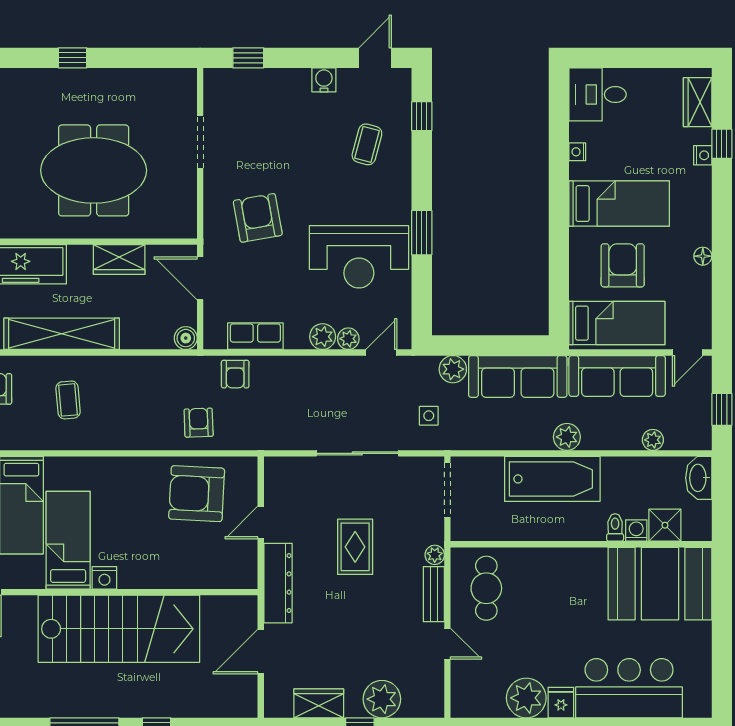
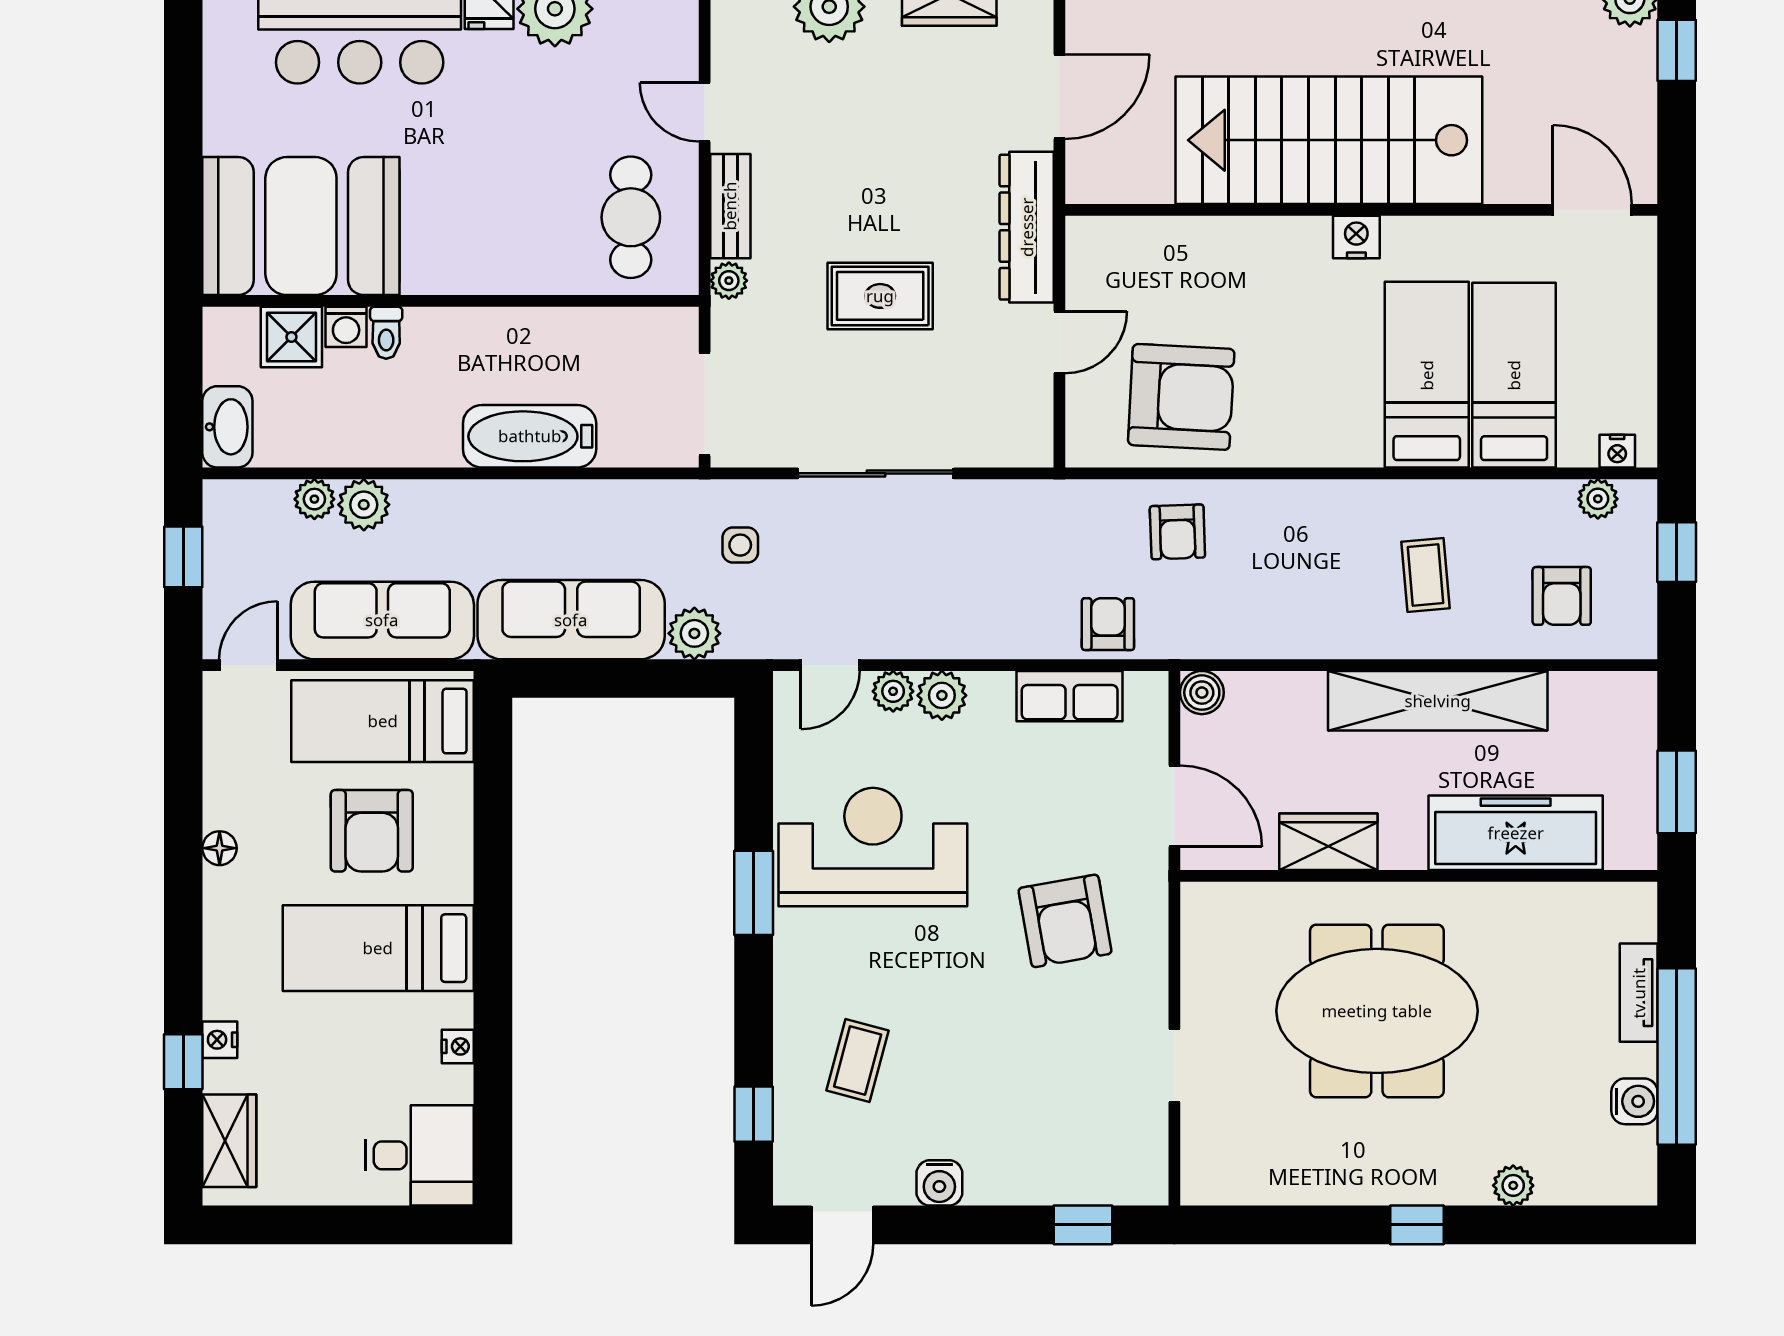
plant: (22, 79) -> (1513, 1185), added
doorway: (200, 142) -> (1174, 1066), width x0.73
plant: (567, 437) -> (364, 505), moved
bathtub: (552, 479) -> (530, 436), width x0.73, depth x0.73
bed: (68, 540) -> (1427, 375), moved, turned 180
rug: (355, 547) -> (880, 296), turned 90

